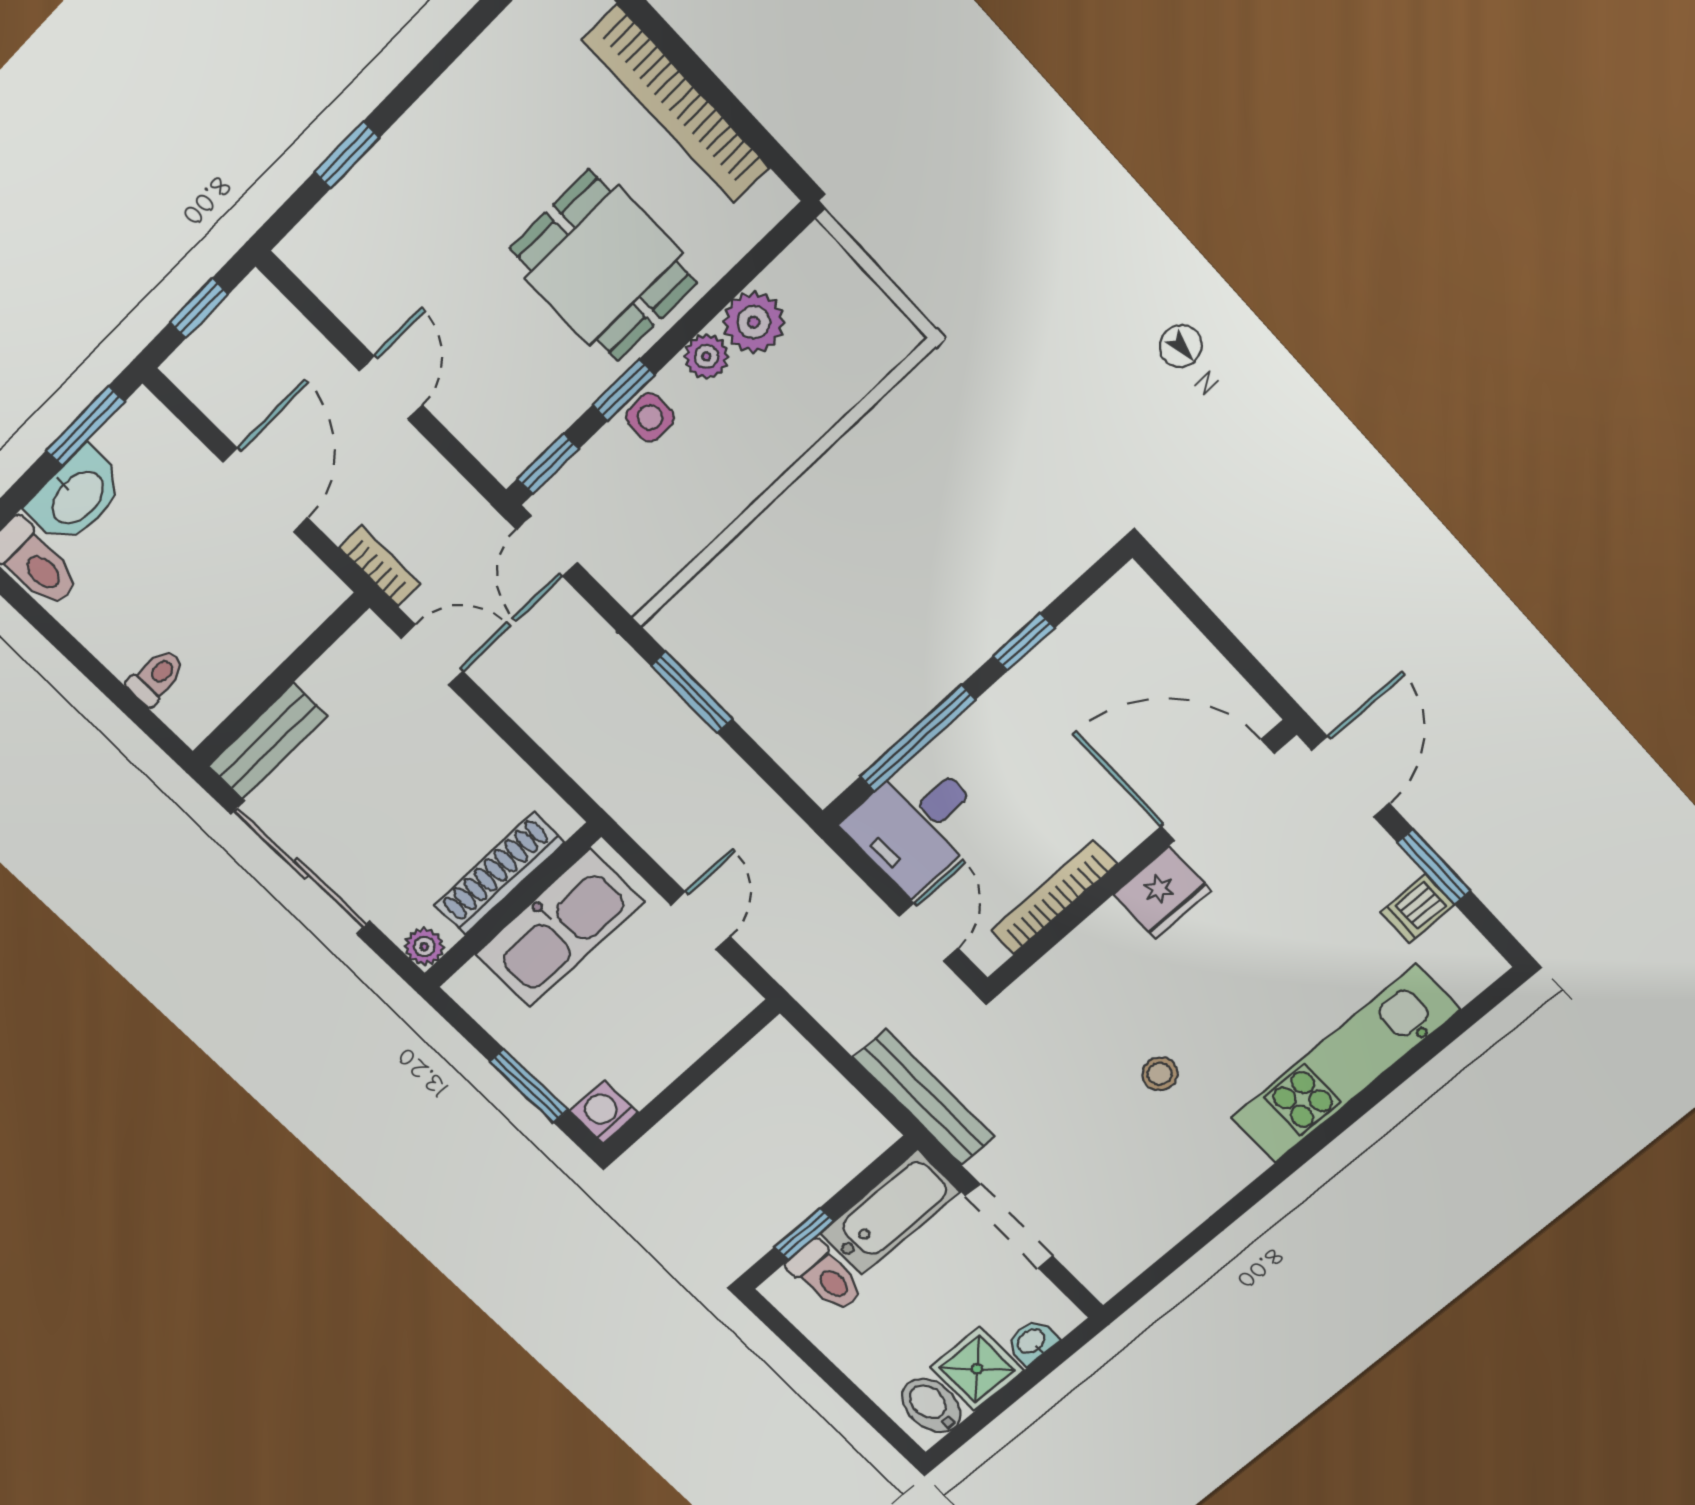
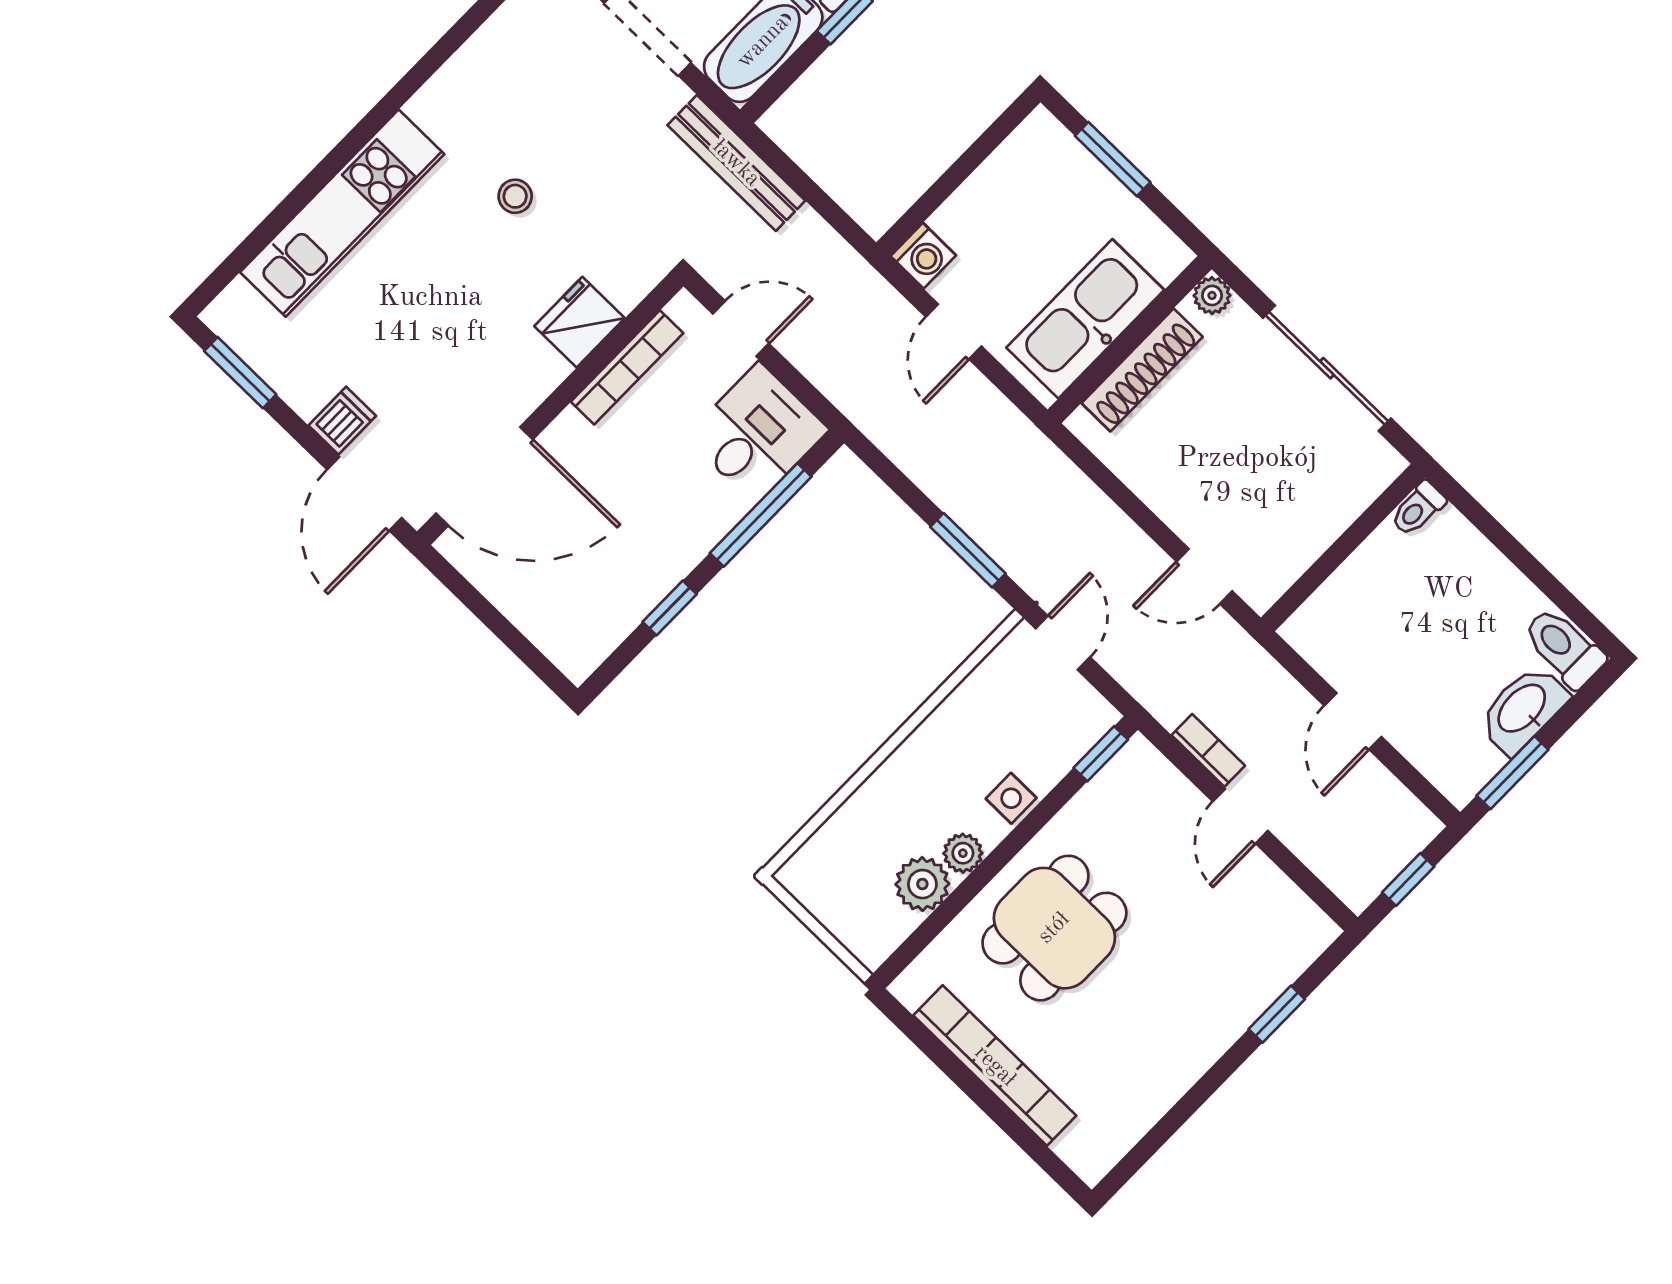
dining table: (603, 266) -> (1054, 928), turned 90
window: (624, 390) -> (1035, 821), removed
door: (266, 490) -> (1353, 721), width x0.73
door: (547, 546) -> (1063, 643), moved
bookcase: (380, 566) -> (1208, 750), moved, turned 180
toilet: (156, 677) -> (1418, 509), moved
bench: (268, 741) -> (1355, 490), removed
window: (1434, 867) -> (240, 373), moved
fridge: (1162, 893) -> (580, 322), moved
dishwasher: (1417, 908) -> (342, 421), moved
door: (929, 932) -> (741, 329), swing flipped
washing machine: (604, 1112) -> (923, 256), moved

